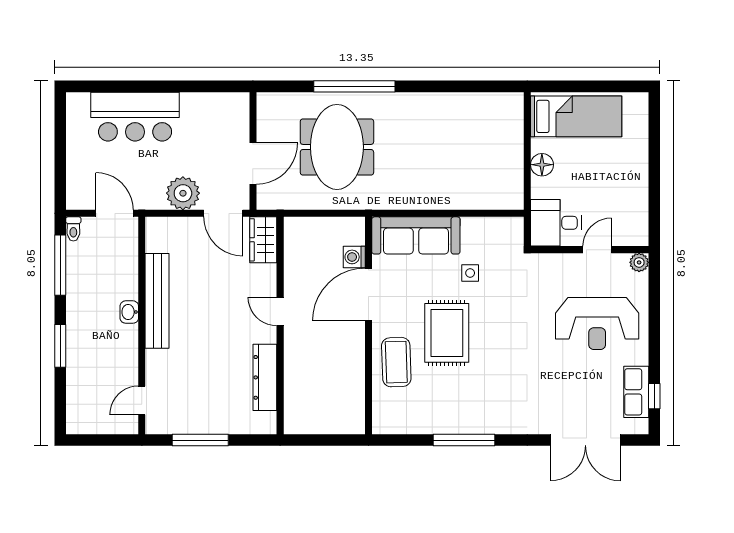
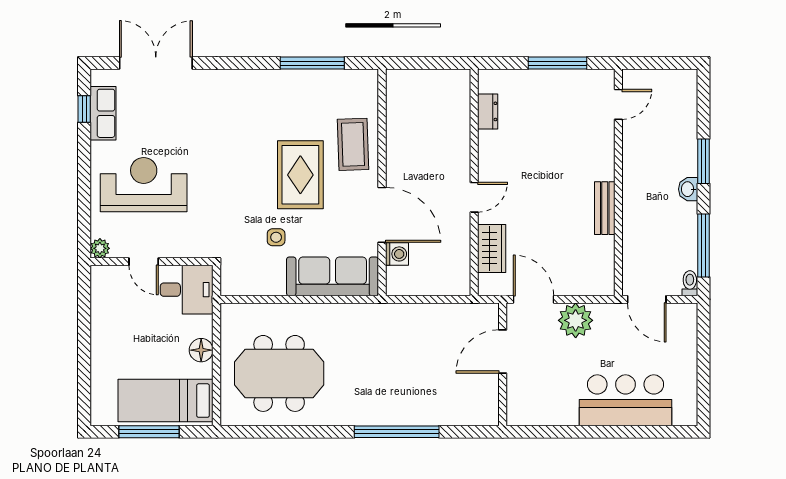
window: (592, 86) -> (149, 432), added
meeting table: (337, 147) -> (279, 373), moved, turned 90
wardrobe: (263, 240) -> (492, 248), moved
door: (597, 250) -> (144, 262), hinge flipped
door: (369, 295) -> (382, 215), hinge flipped
bench: (157, 301) -> (605, 208), width x0.54, depth x0.82
door: (280, 311) -> (474, 197), hinge flipped
washbasin: (129, 312) -> (688, 189), moved, turned 180
dresser: (265, 377) -> (488, 111), width x0.51, depth x0.80
window: (464, 440) -> (312, 63), moved

